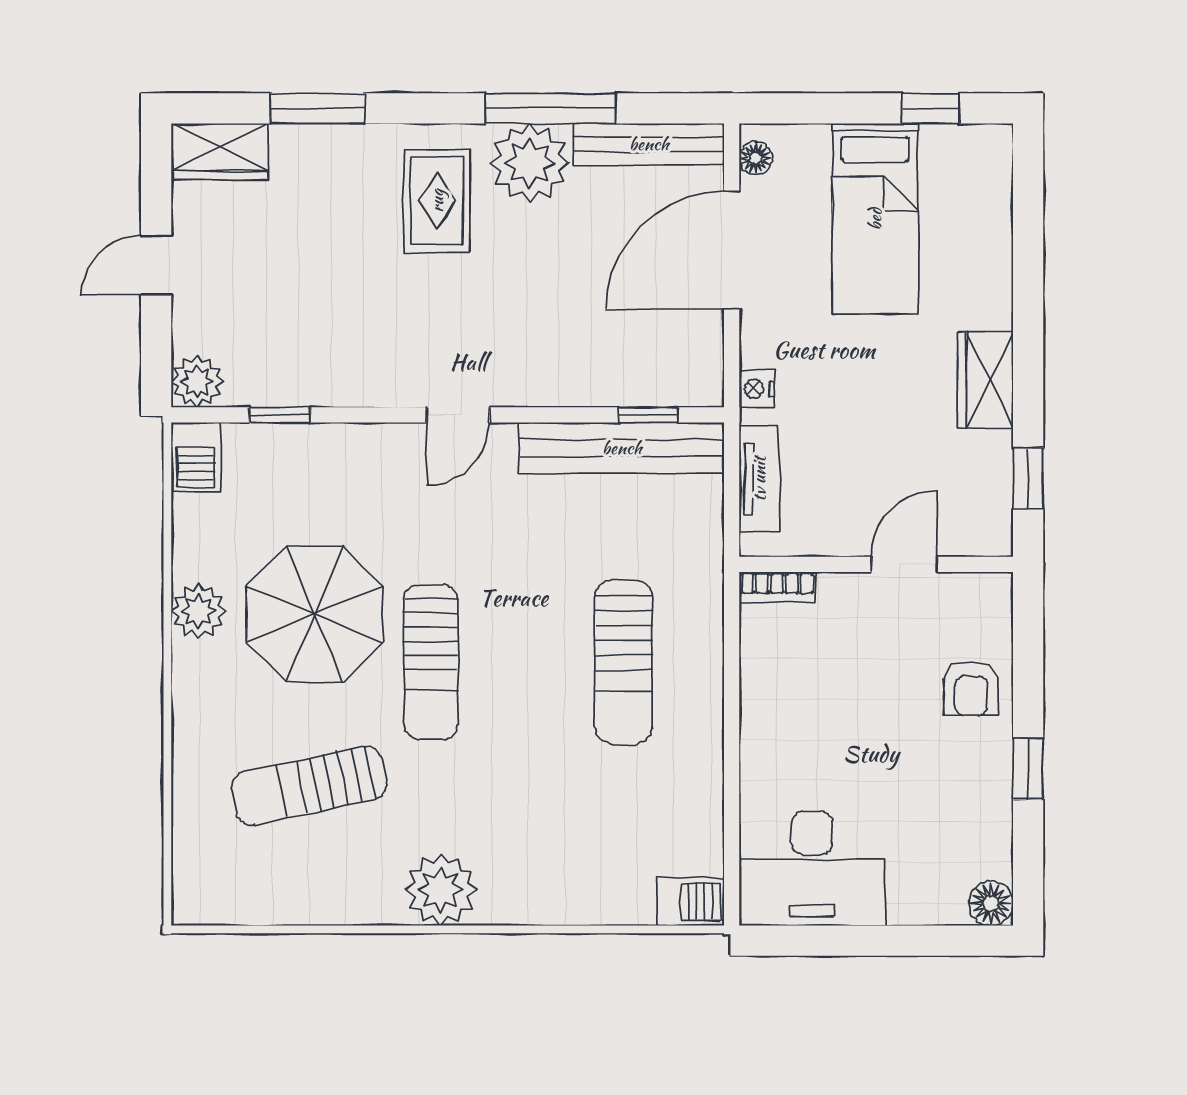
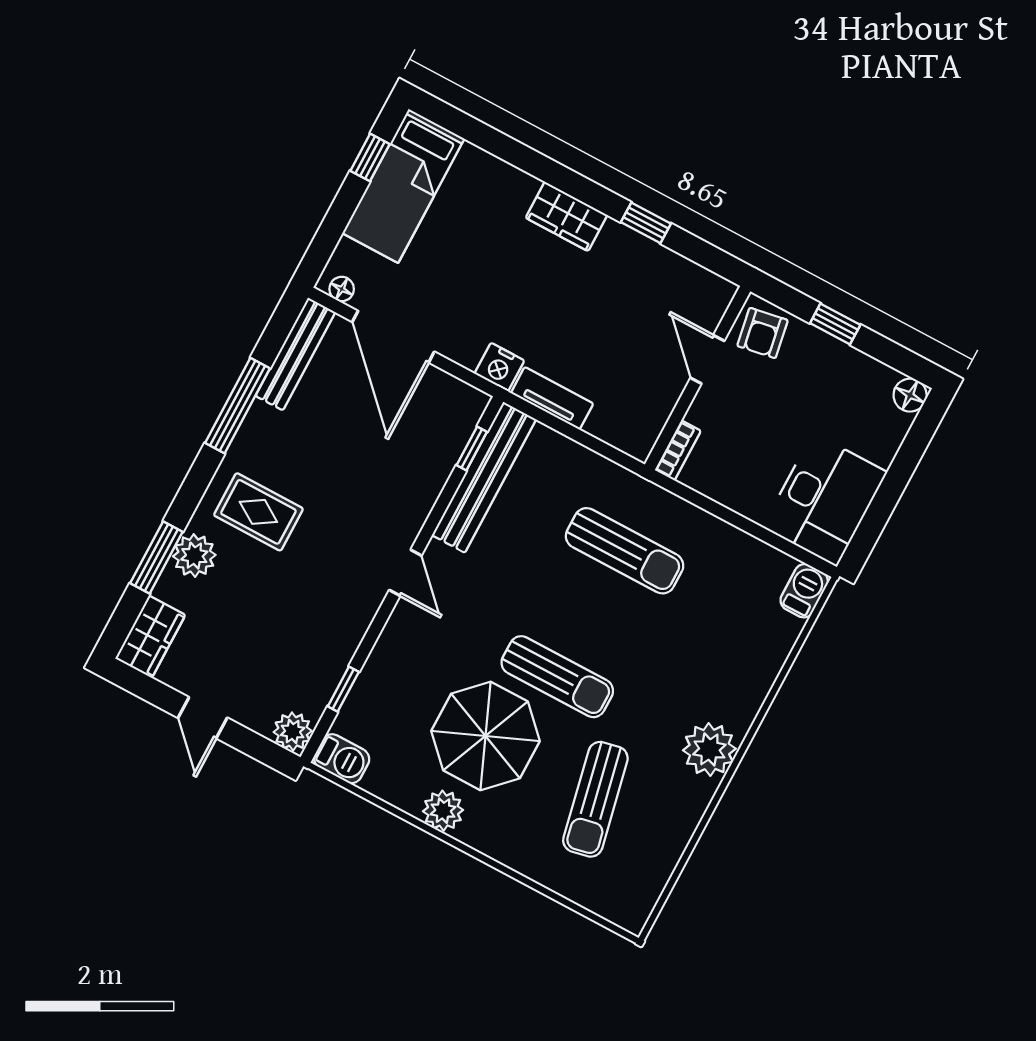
plant: (530, 163) -> (194, 556), moved, width x0.73, depth x0.73
bed: (875, 219) -> (403, 186), moved, turned 90
nightstand: (757, 389) -> (499, 367), width x1.39, depth x1.35
wall: (876, 564) -> (698, 378), moved
door: (905, 564) -> (707, 359), moved
bookcase: (777, 587) -> (678, 450), moved
armchair: (971, 688) -> (763, 333), turned 80

